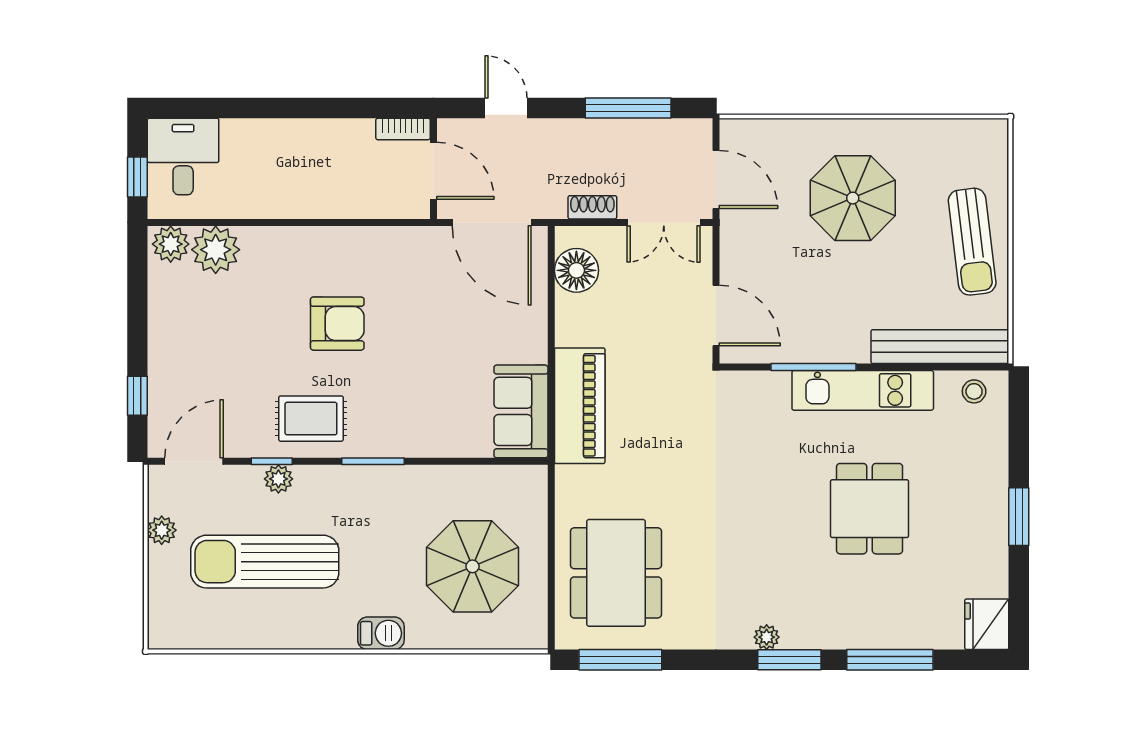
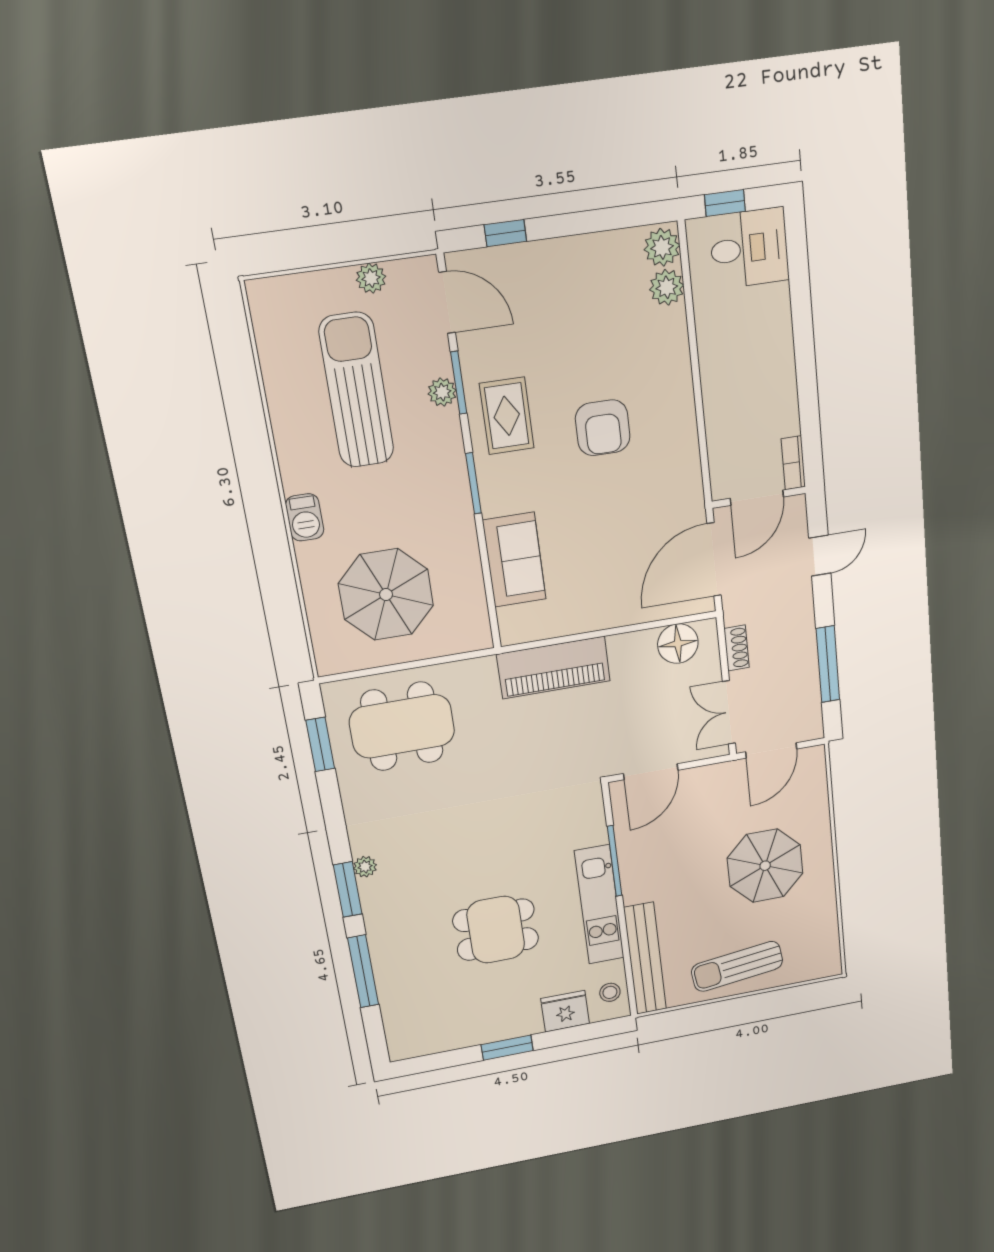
plant: (216, 250) -> (667, 287), width x0.73, depth x0.73
sofa: (521, 411) -> (514, 560), moved, turned 90
window: (272, 461) -> (459, 383), width x1.50
fridge: (987, 624) -> (565, 1011), moved
window: (620, 660) -> (320, 744), width x0.69

